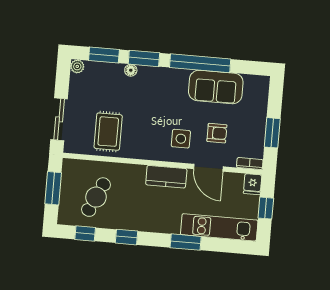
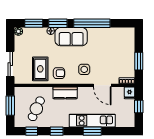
sofa: (216, 87) -> (71, 37), moved
armchair: (217, 133) -> (59, 73), moved
kitchen counter: (166, 177) -> (65, 93), moved
kitchen unit: (219, 227) -> (92, 121), moved

